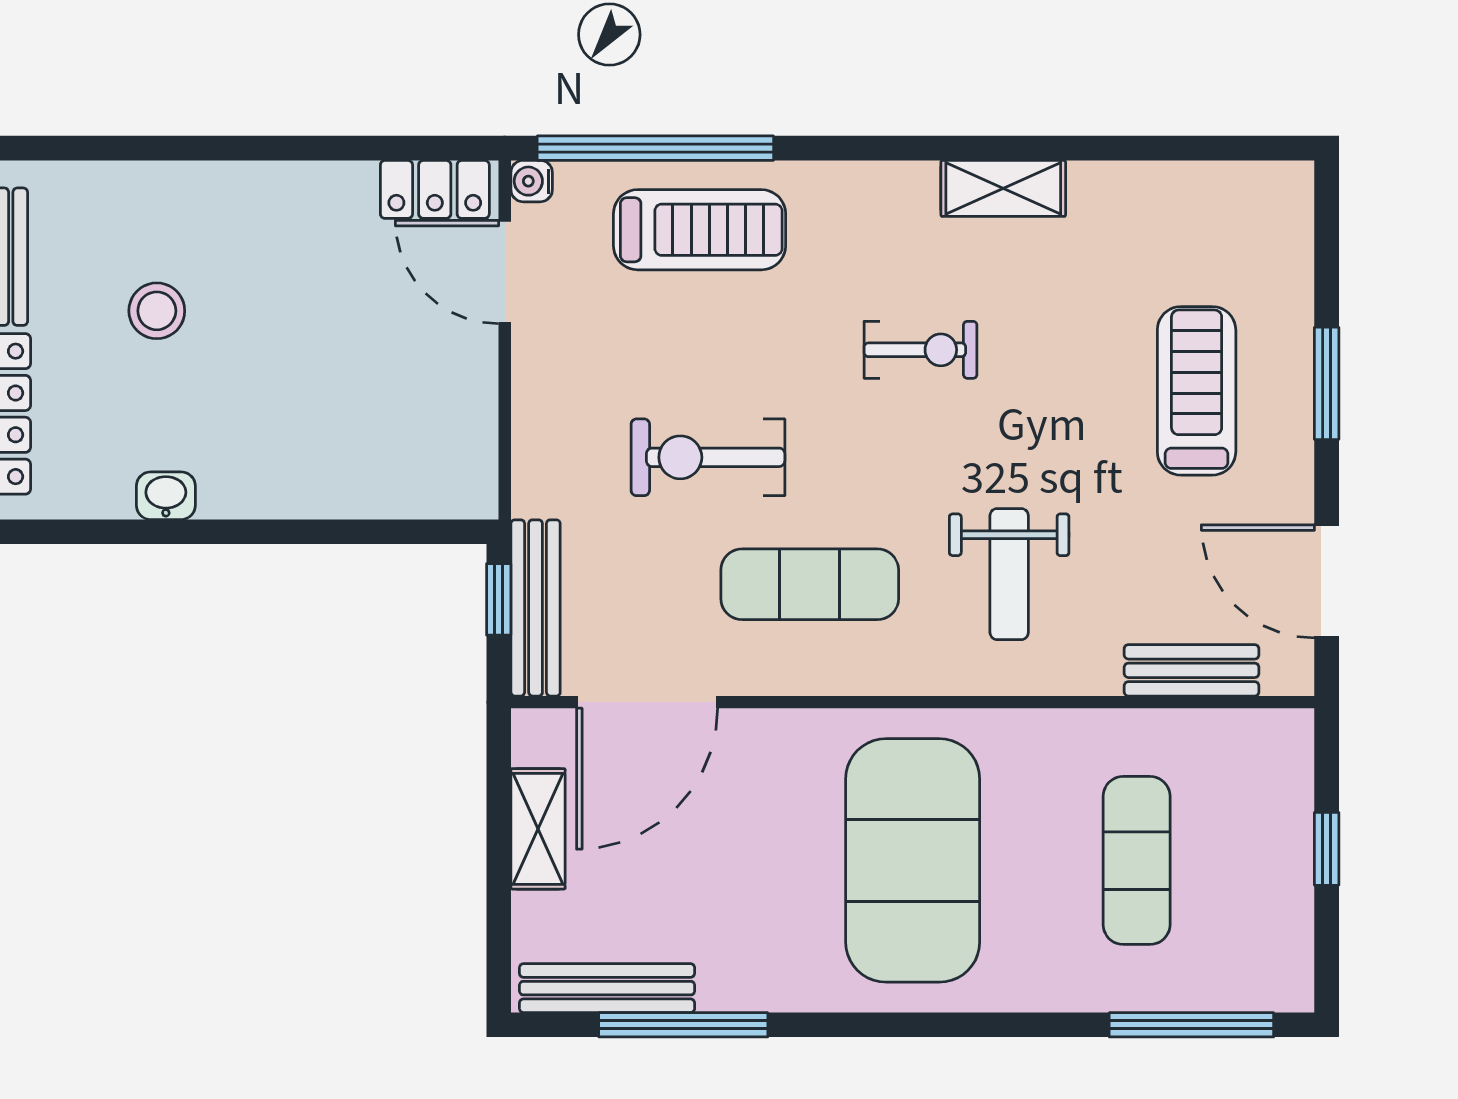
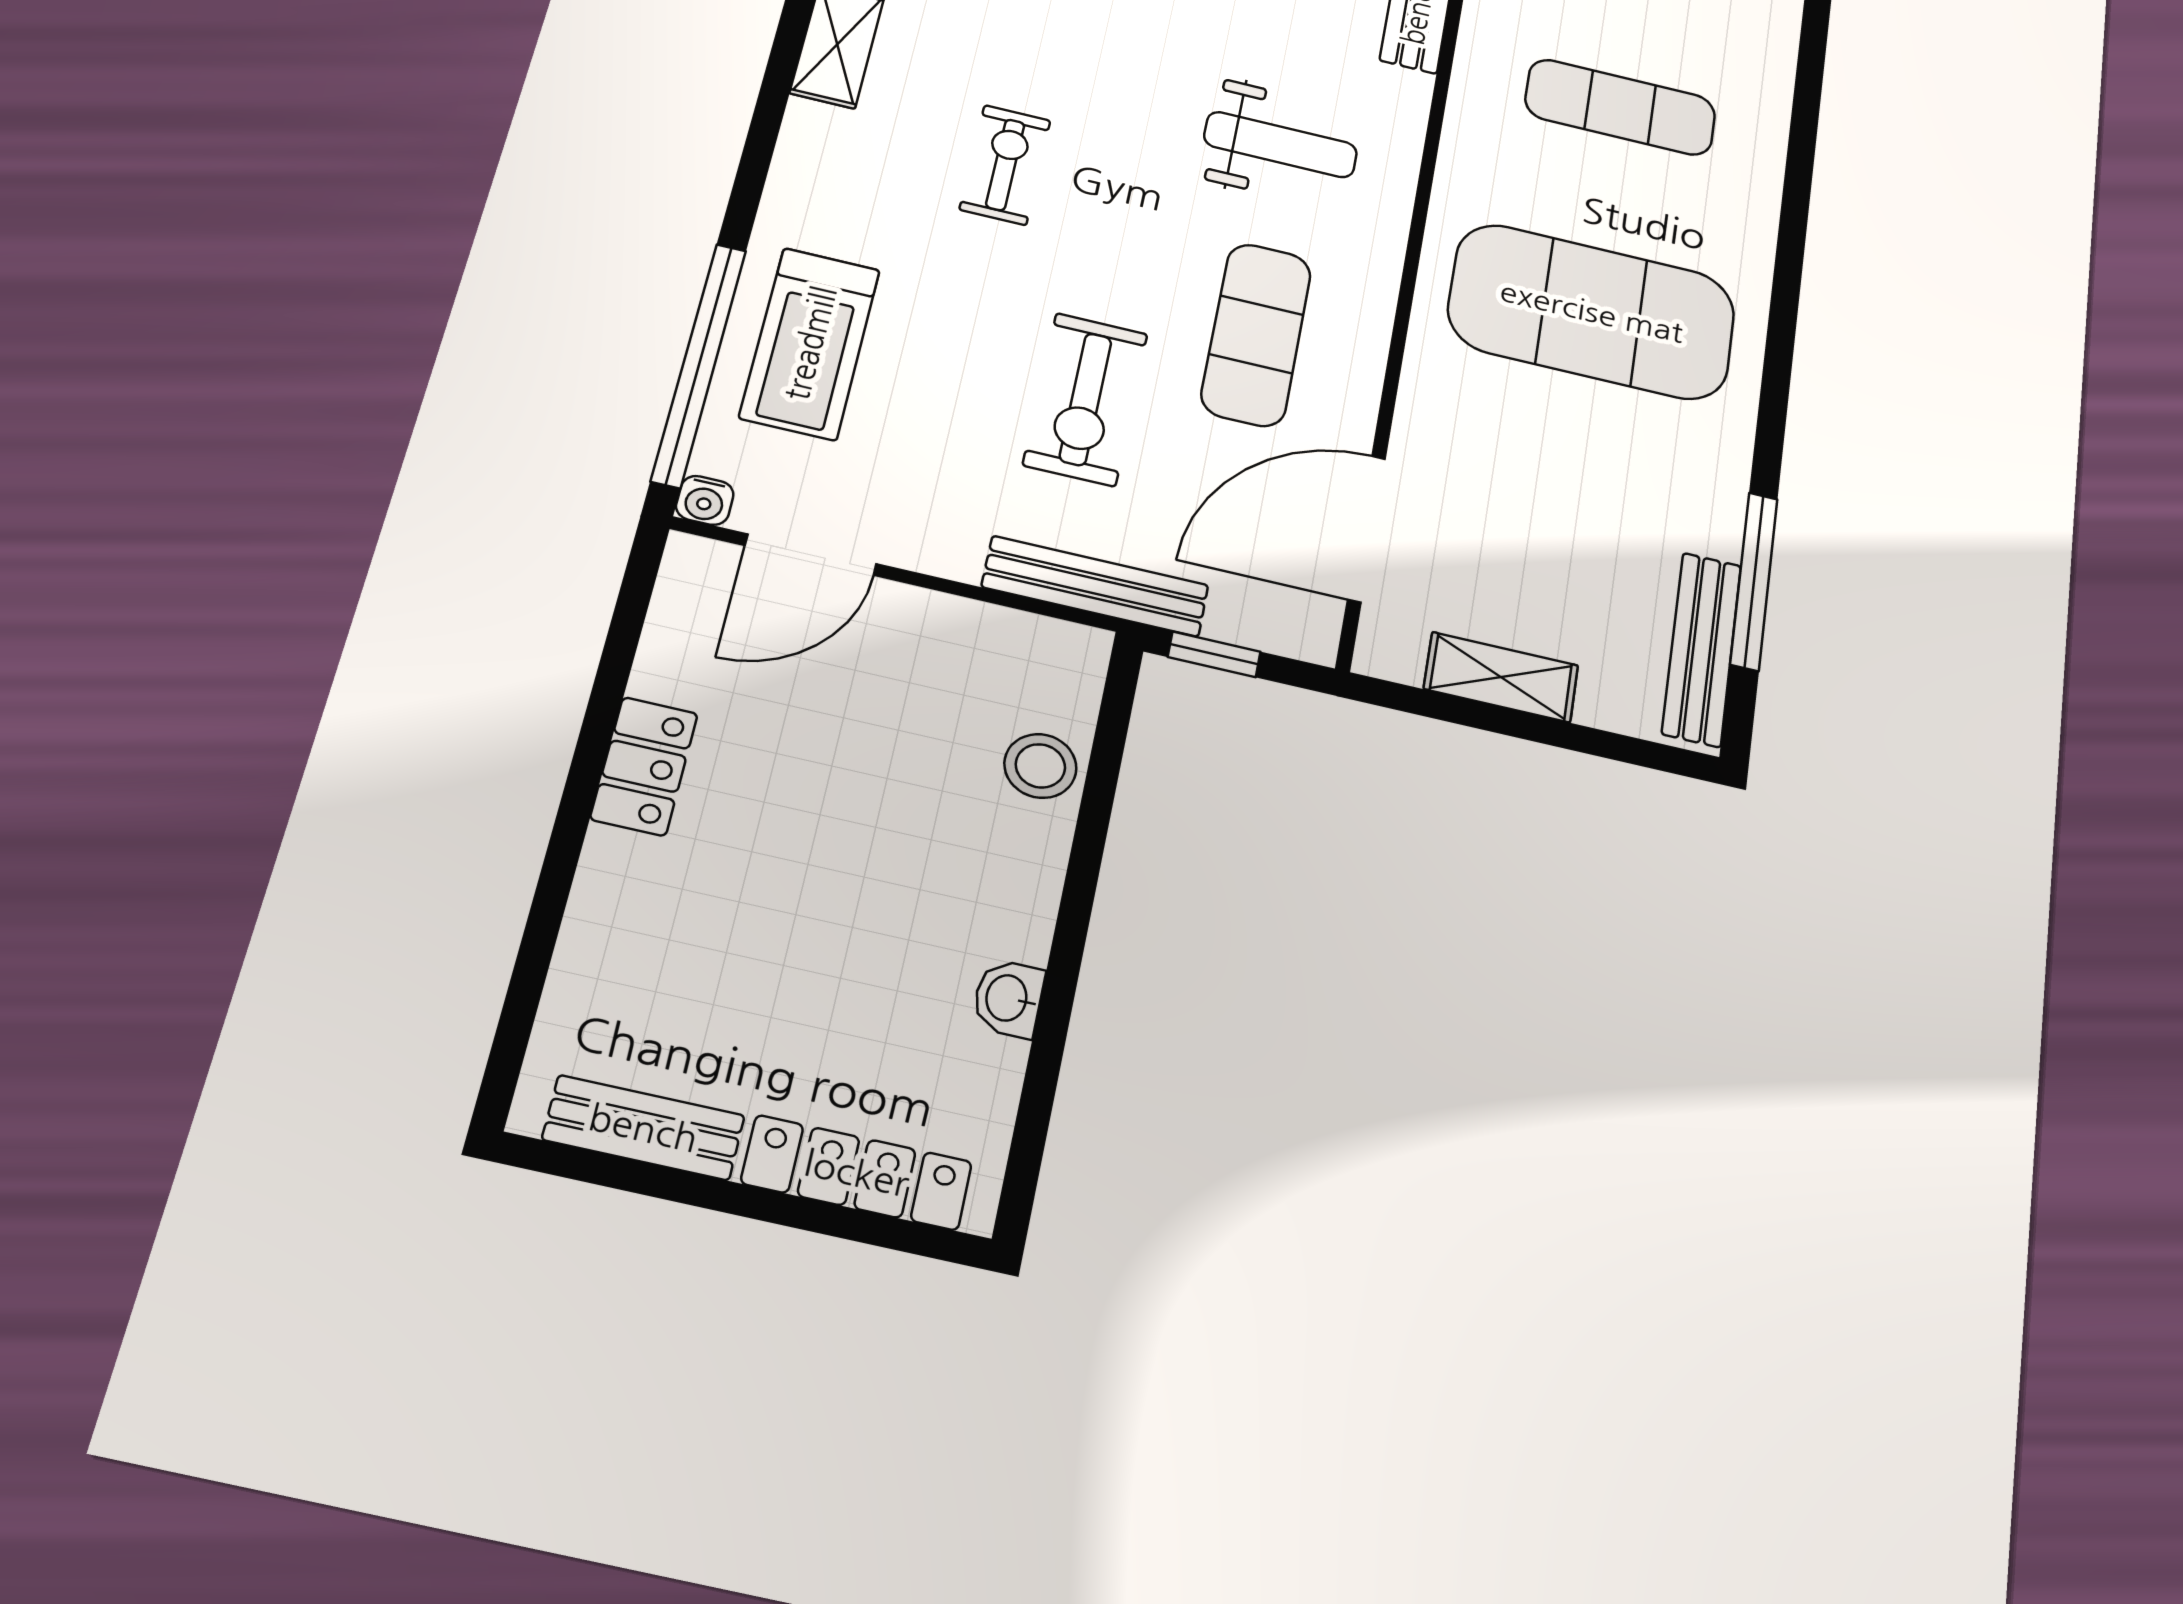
locker: (435, 189) -> (644, 766), moved
treadmill: (700, 230) -> (810, 343), turned 180
stool: (157, 311) -> (1040, 766), moved
bench: (536, 608) -> (1095, 586), moved
door: (647, 702) -> (1366, 529), swing flipped
window: (1191, 1025) -> (1806, 103), removed

